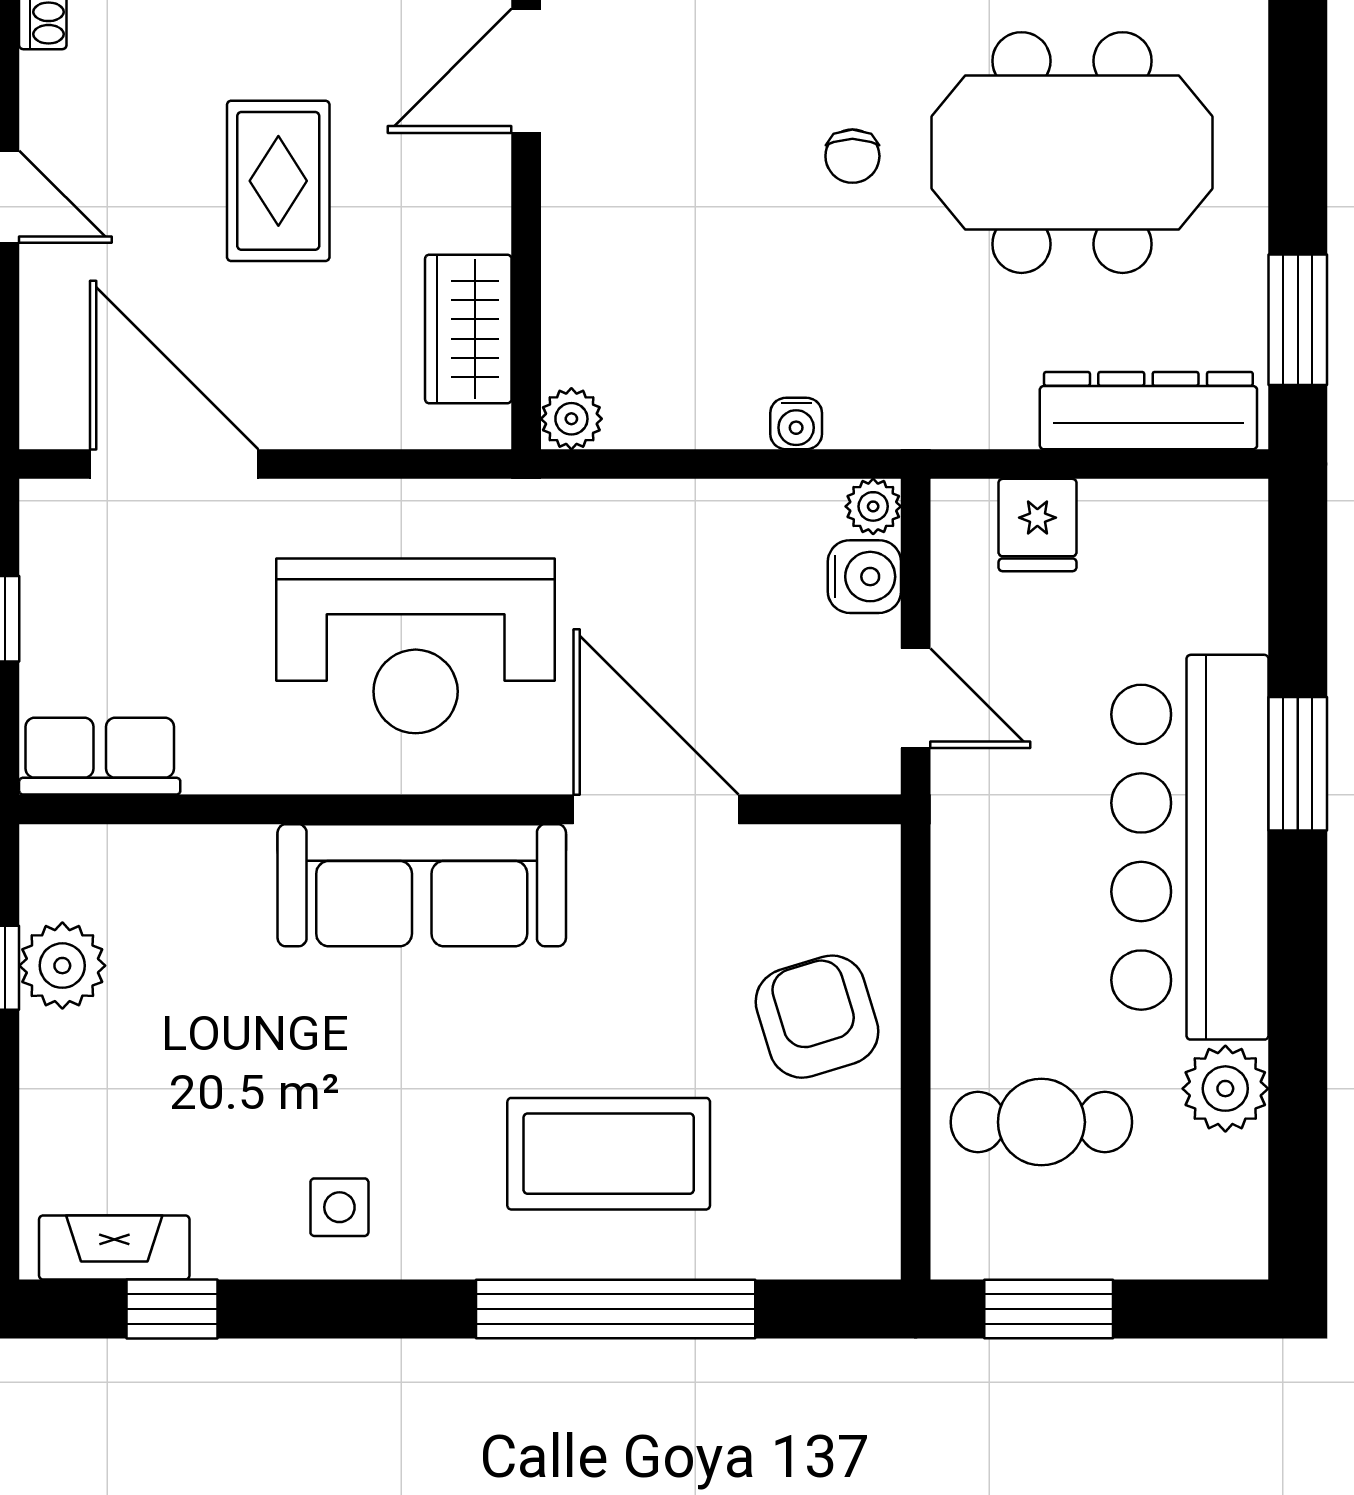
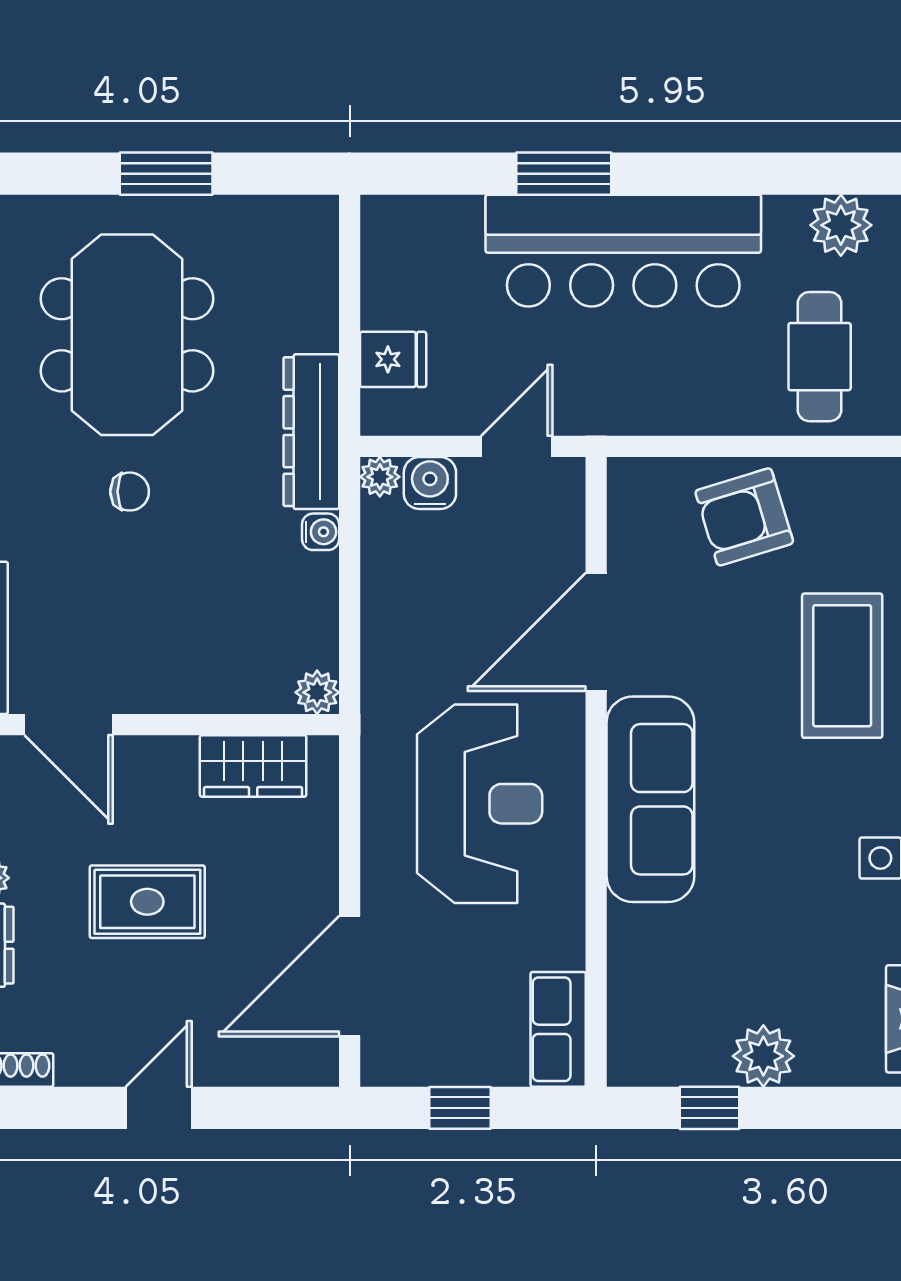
window: (1298, 320) -> (166, 174), moved
dresser: (1148, 411) -> (311, 432), moved
plant: (62, 966) -> (763, 1056), moved
plant: (1225, 1089) -> (841, 225), moved

